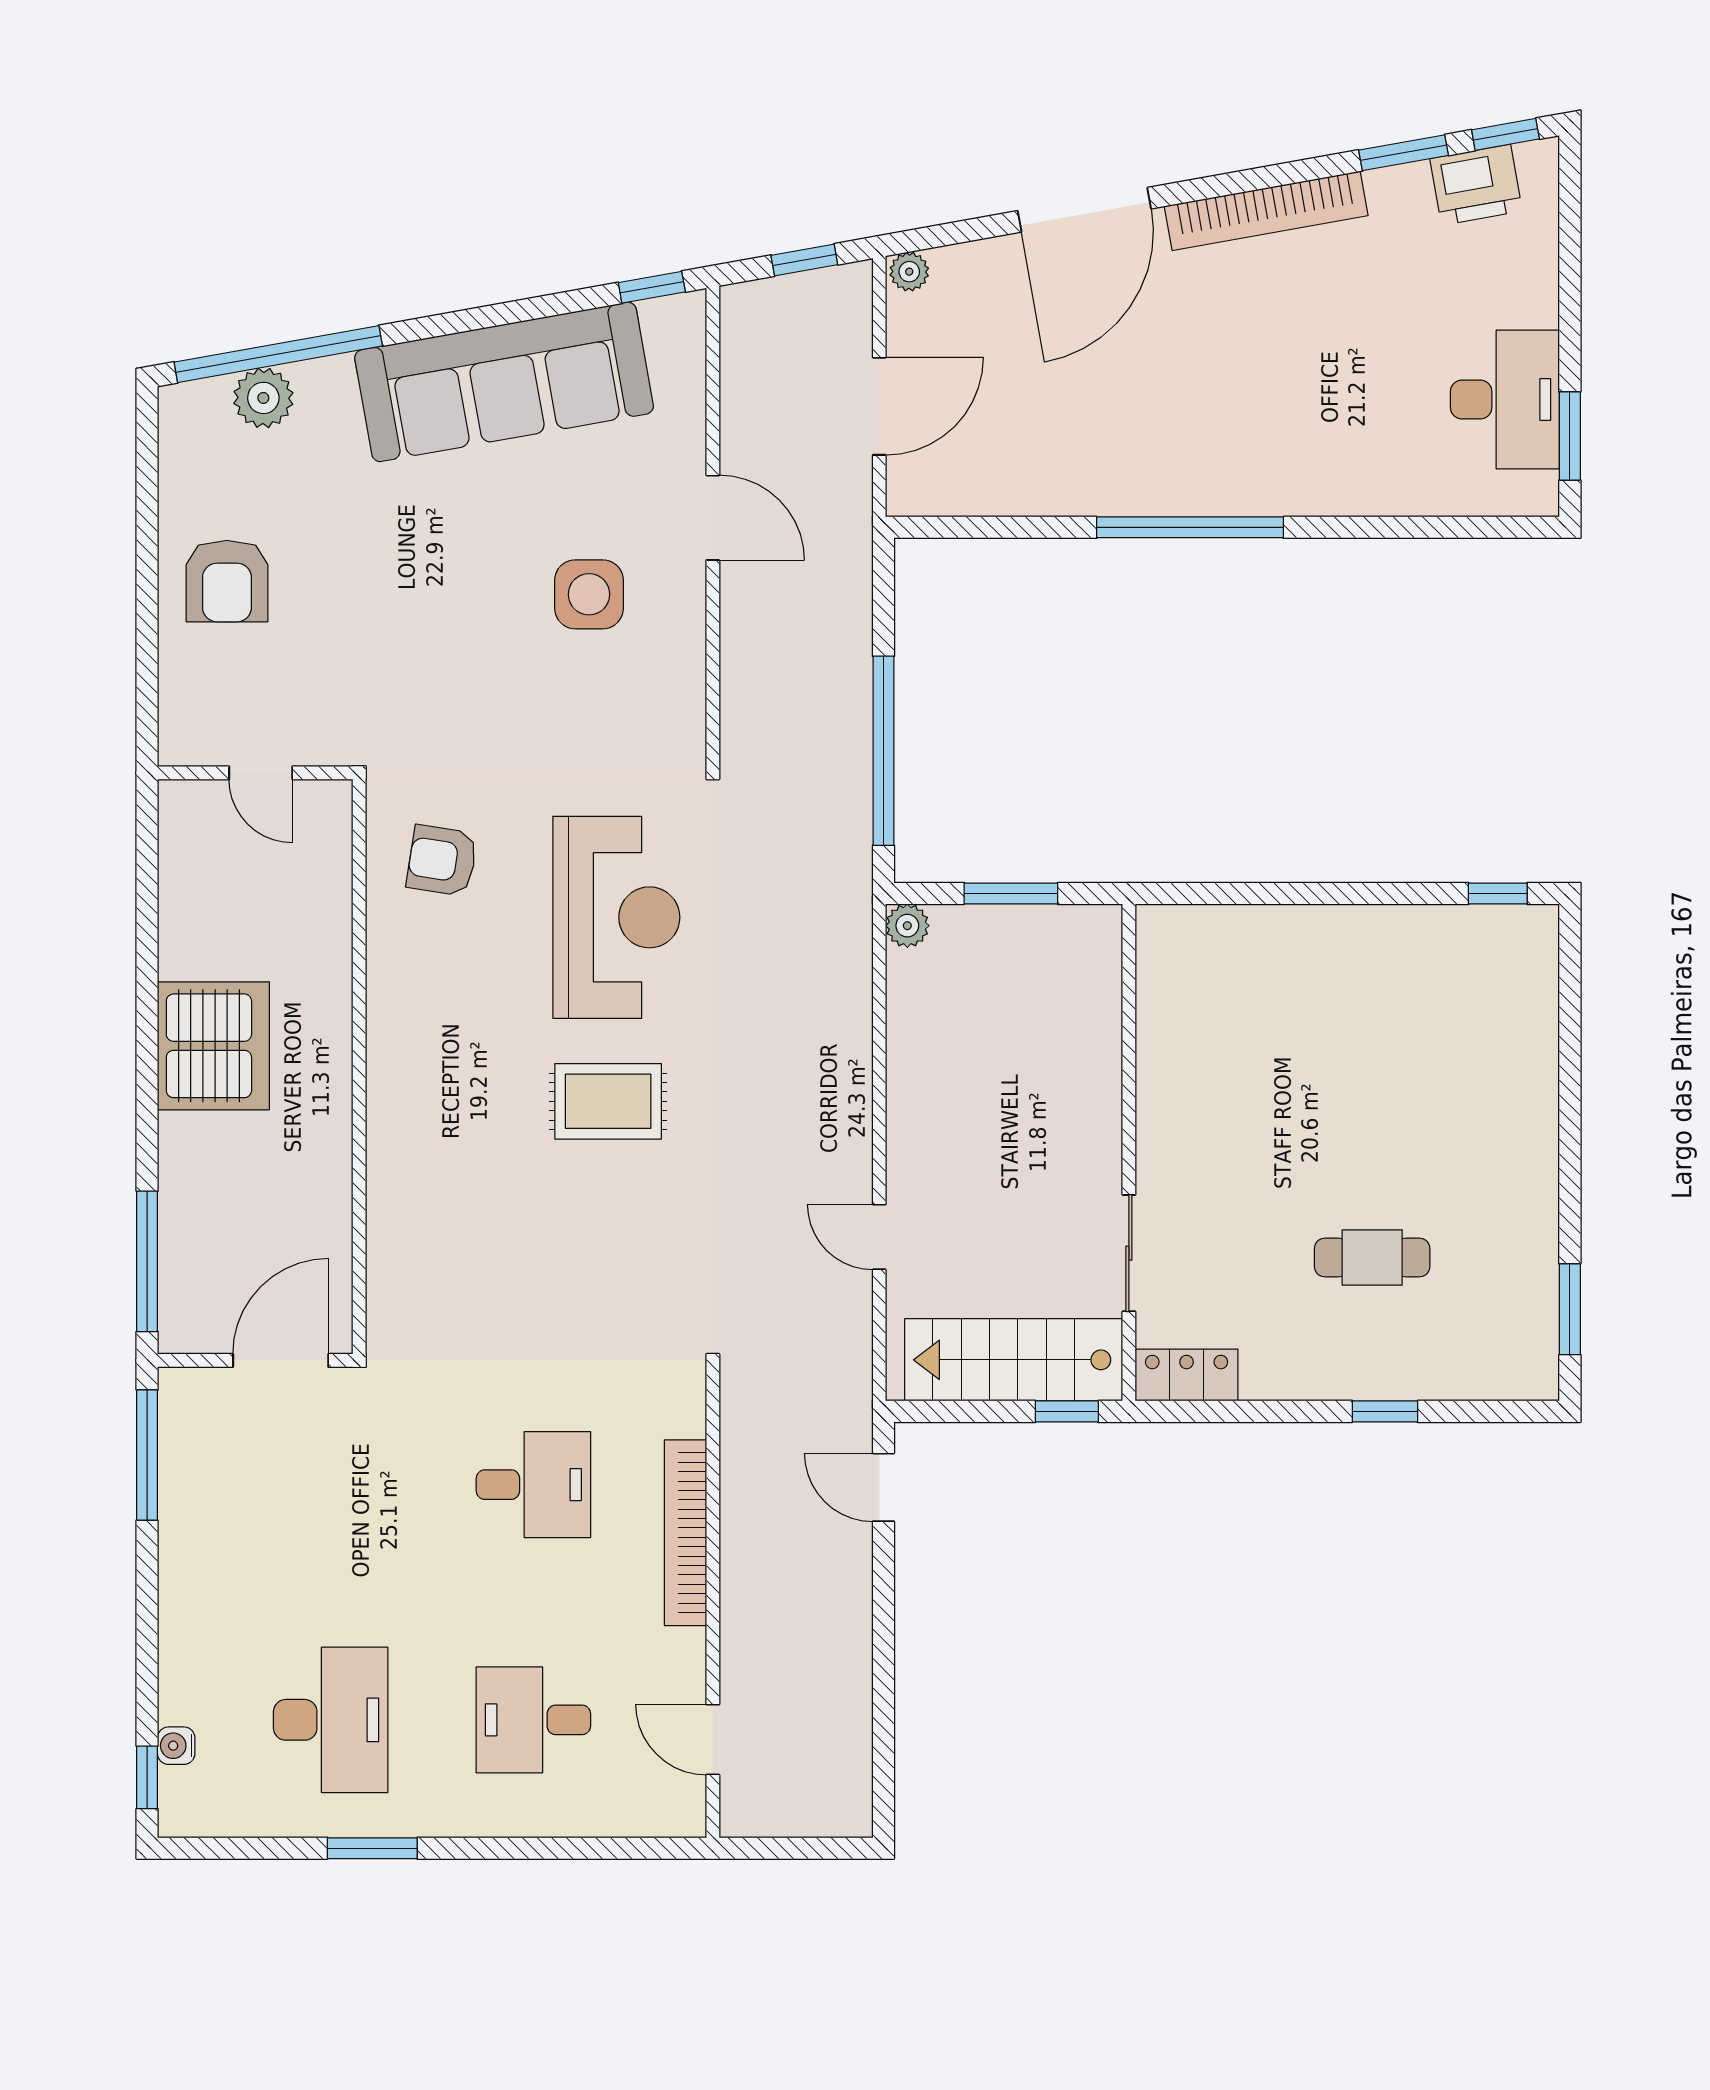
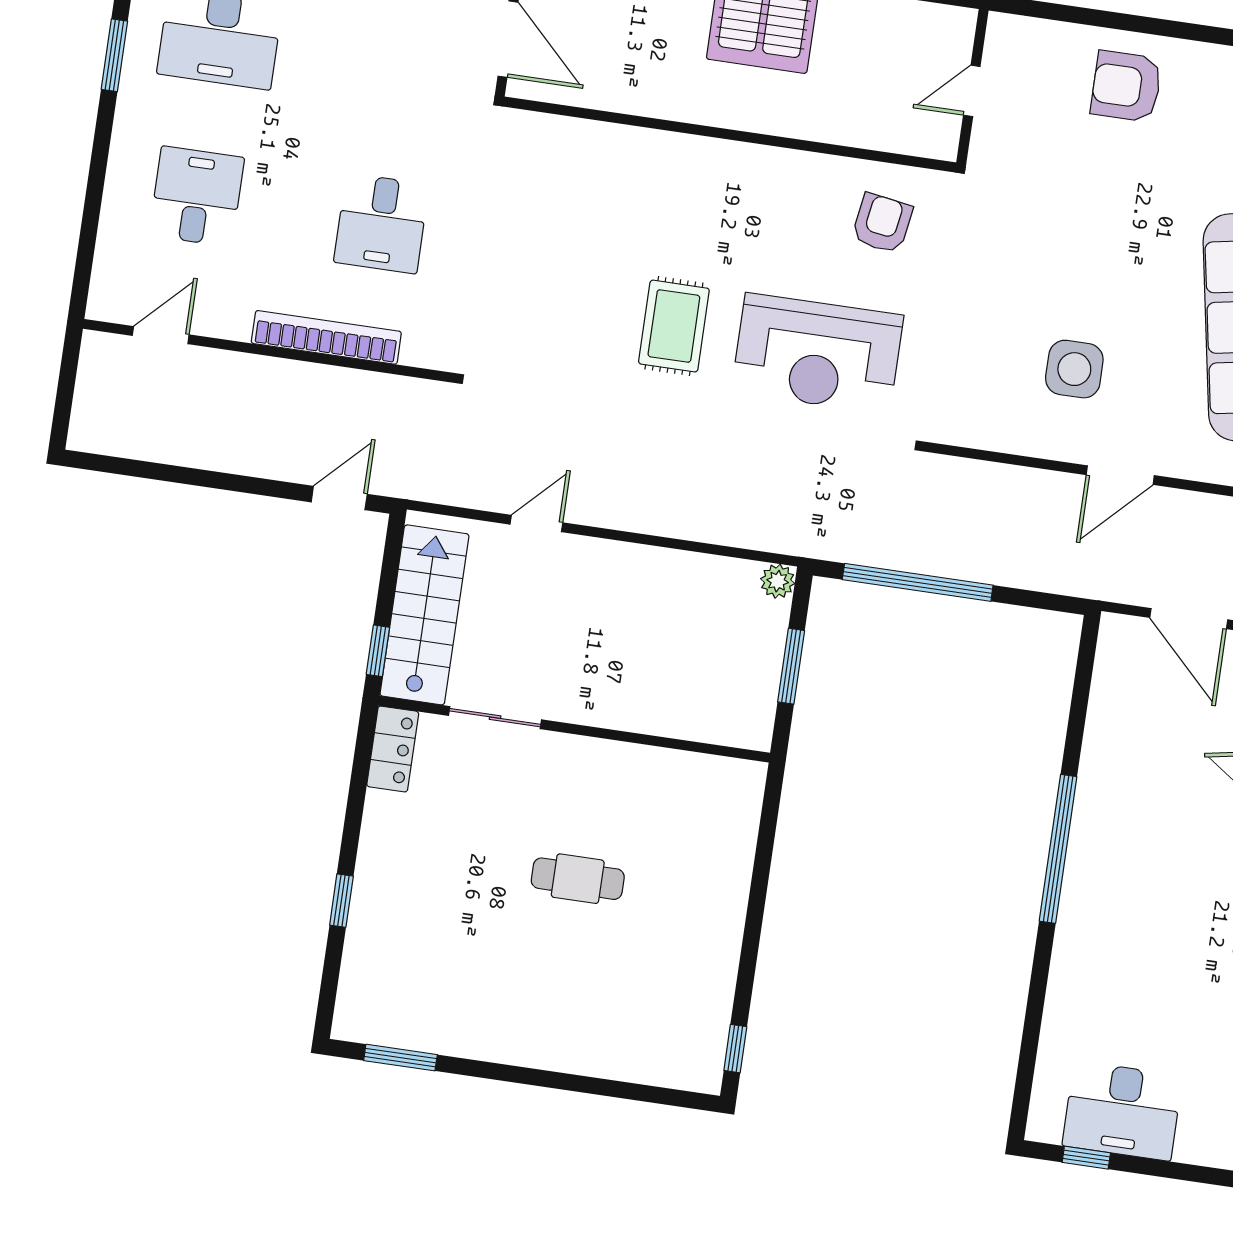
window: (1570, 436) -> (1086, 1158), width x0.67
cafe table: (1372, 1258) -> (578, 879), moved, turned 90

